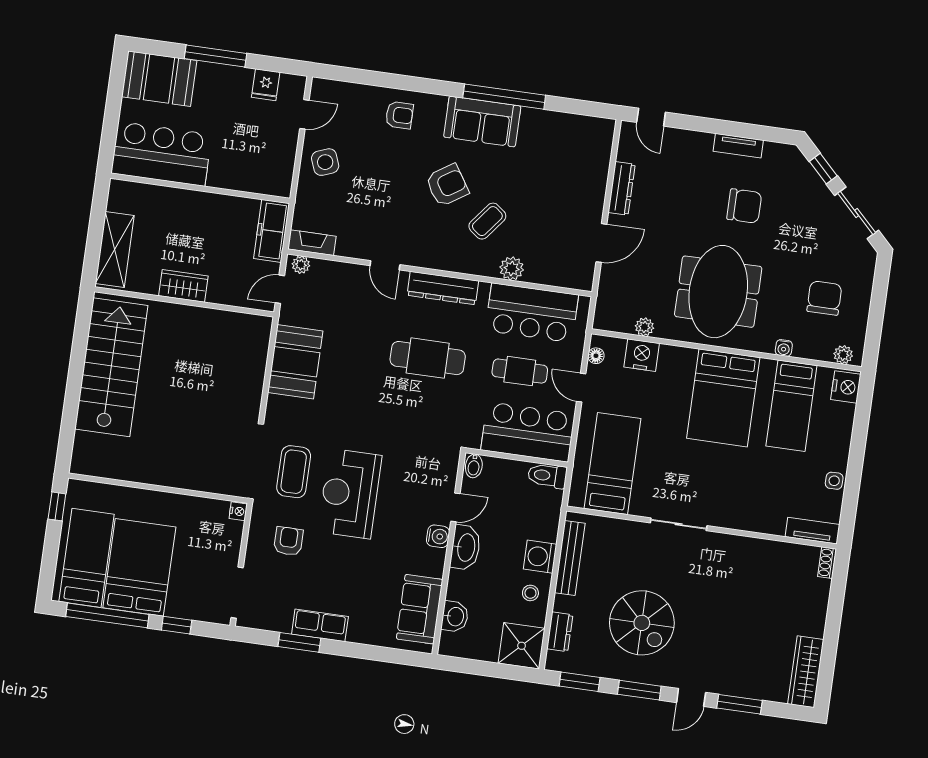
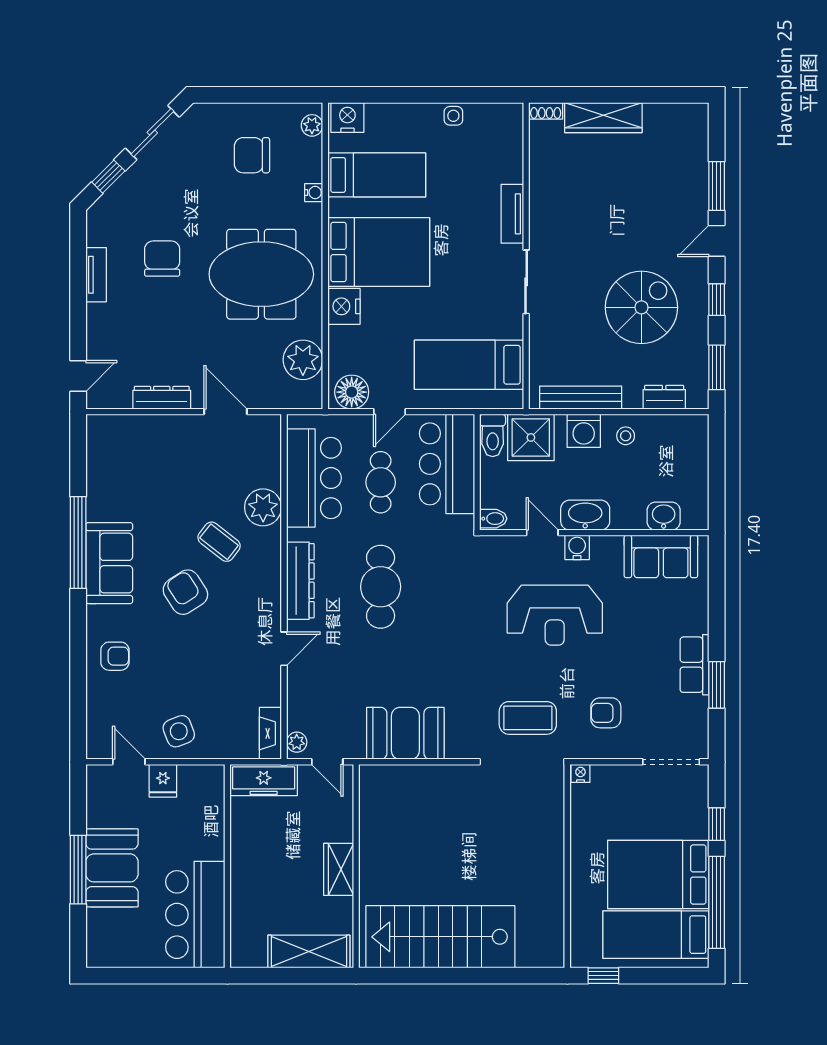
booth: (159, 79) -> (112, 868), moved
fridge: (266, 85) -> (163, 781), moved, turned 90
armchair: (399, 115) -> (115, 656), turned 90
plant: (512, 268) -> (263, 507), width x1.36, depth x1.36
plant: (644, 327) -> (303, 360), width x1.87, depth x1.87
nightstand: (642, 355) -> (344, 306), moved
floor lamp: (596, 356) -> (352, 392), width x1.89, depth x1.89
reception desk: (350, 494) -> (555, 615), moved
tv unit: (812, 531) -> (512, 214), moved
shower: (522, 646) -> (531, 437), moved
wardrobe: (806, 672) -> (603, 118), moved
window: (639, 690) -> (717, 300), width x0.67
door: (691, 697) -> (717, 241), swing flipped

